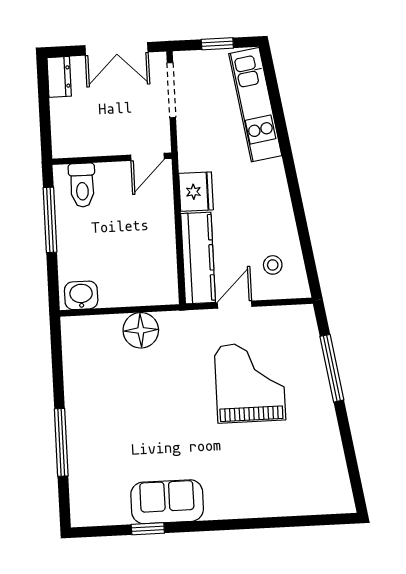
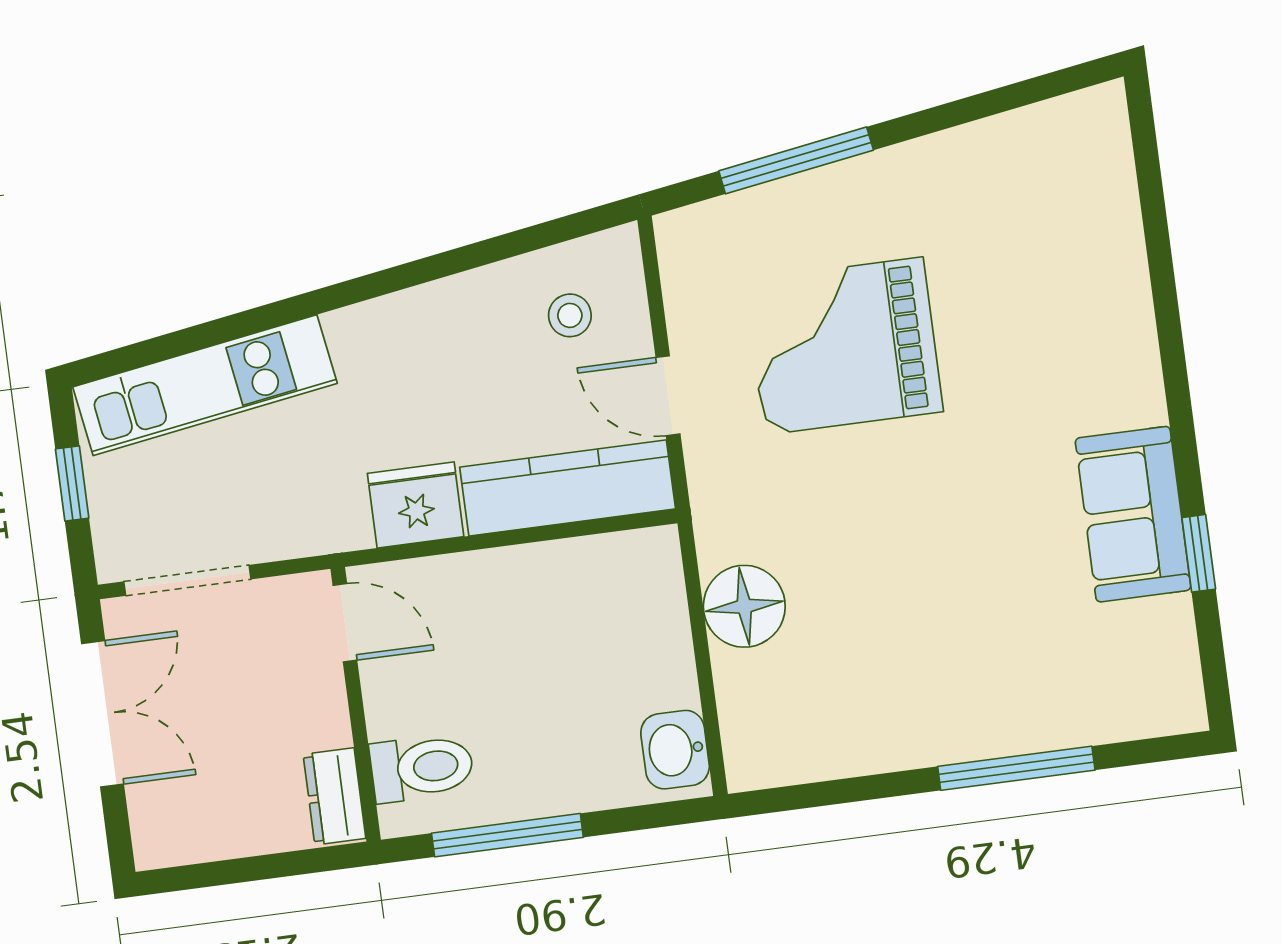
dresser: (59, 77) -> (334, 796), moved, turned -90

